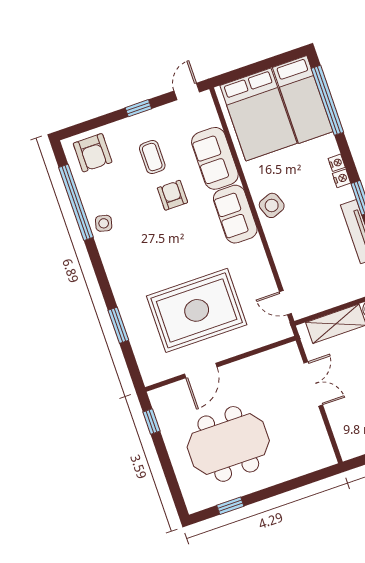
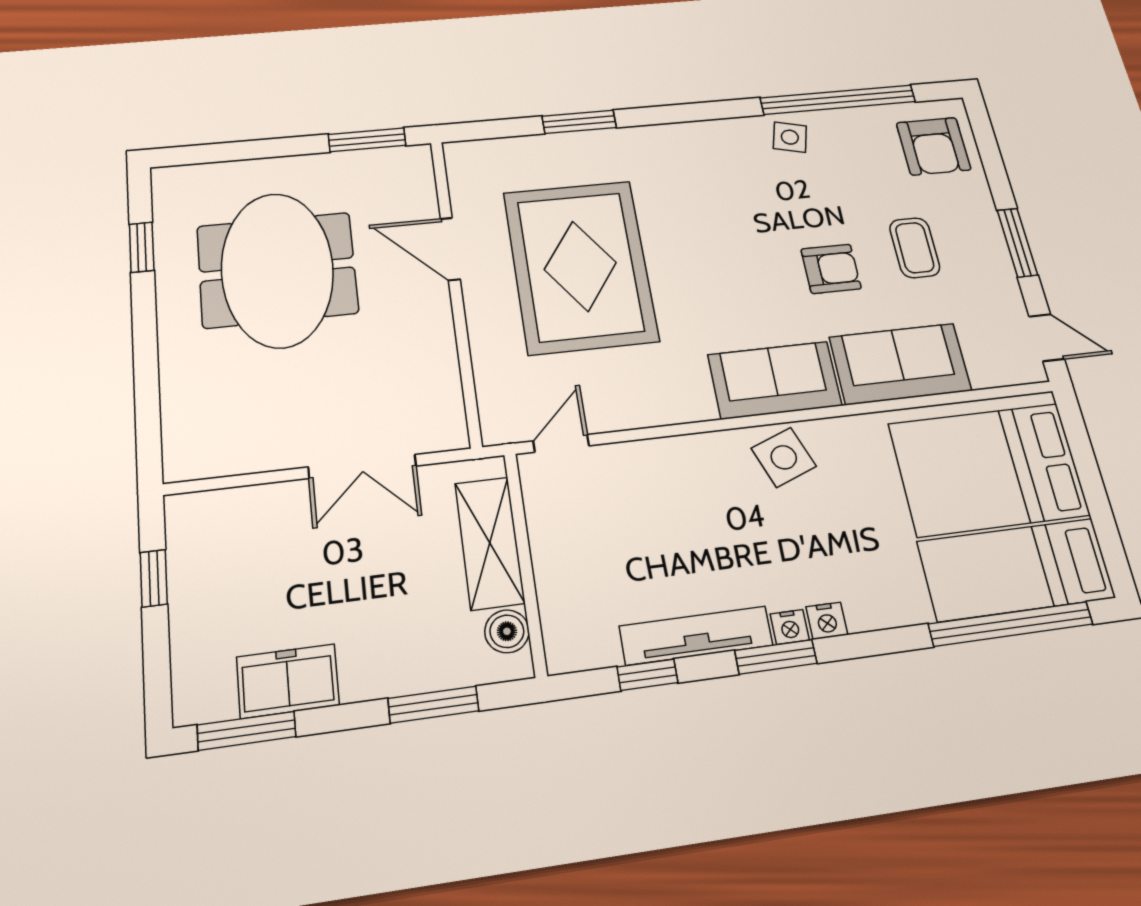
window: (138, 108) -> (1017, 242), width x1.50
armchair: (93, 153) -> (934, 146), turned -90
coffee table: (152, 157) -> (915, 248), turned 90
nightstand: (337, 163) -> (790, 627), moved
window: (152, 422) -> (367, 140), width x1.50

